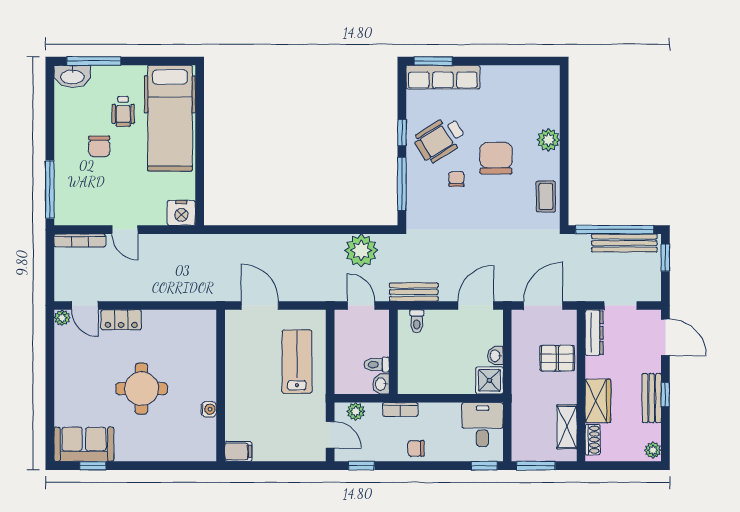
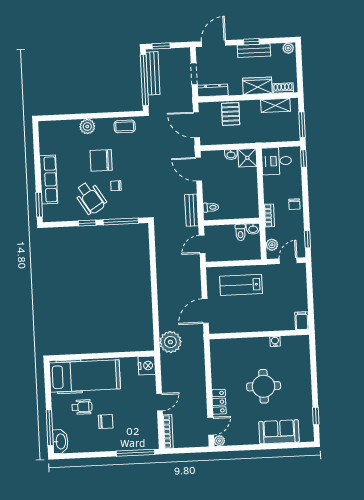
row of seats: (443, 77) -> (49, 179), moved
plant: (361, 250) -> (170, 342), moved
sofa: (84, 444) -> (279, 432), moved, turned 90

